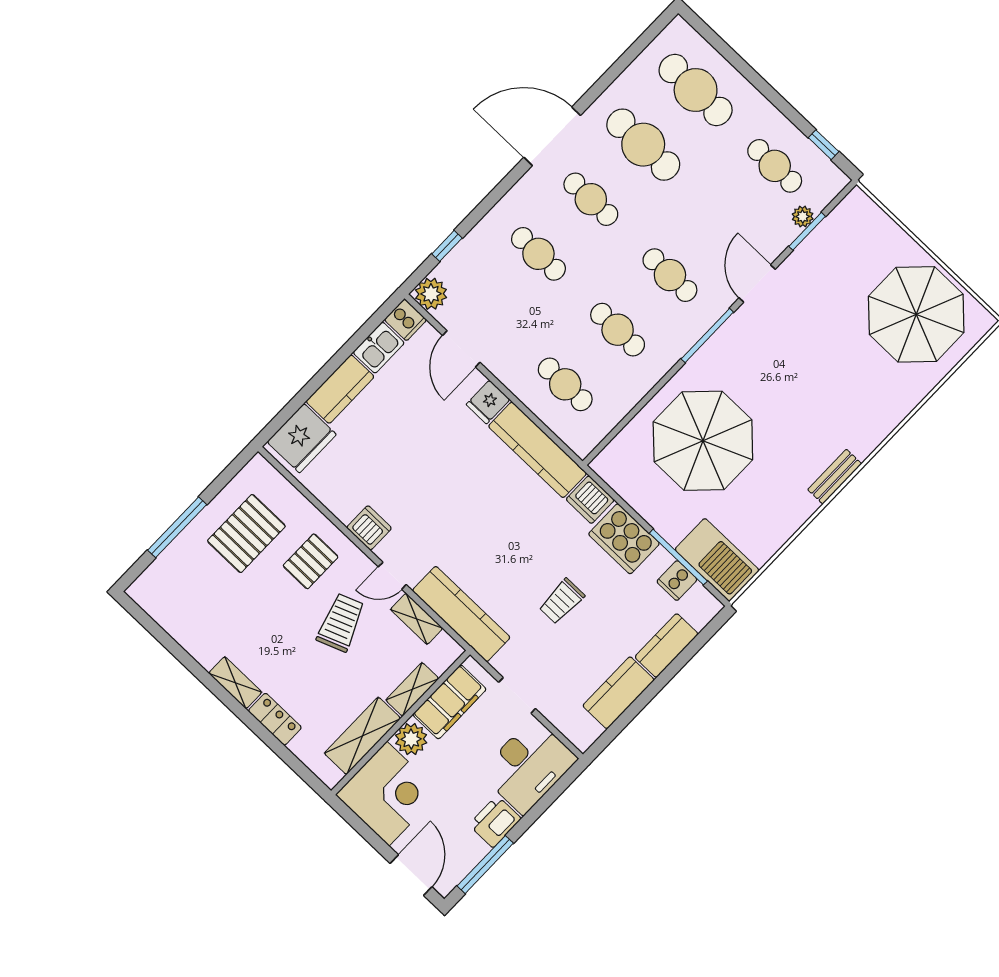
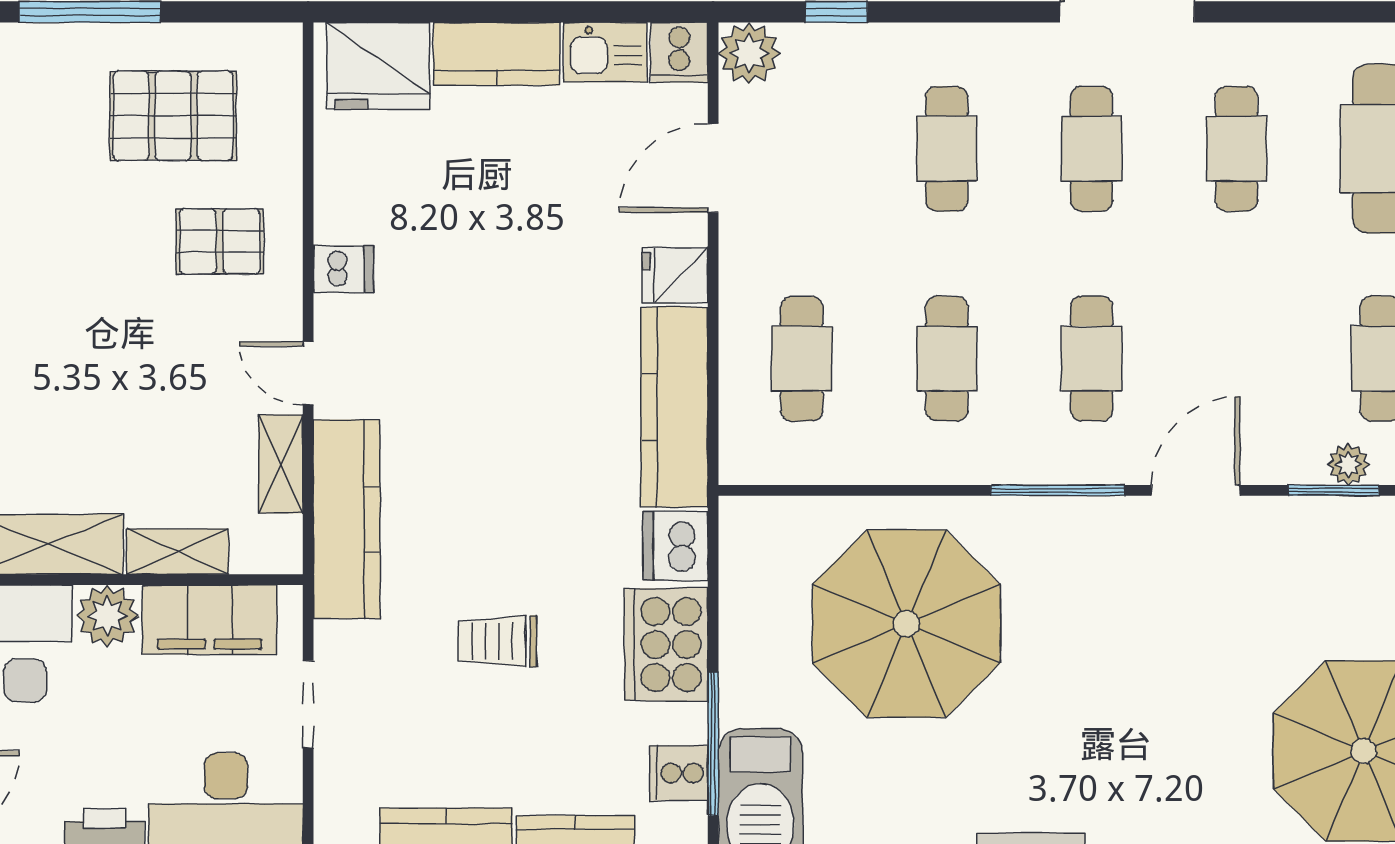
cafe table: (643, 145) -> (1236, 149), width x0.73, depth x0.74
dishwasher: (369, 528) -> (344, 269), width x0.73
trolley: (341, 623) -> (175, 364), removed

